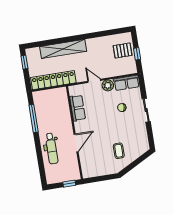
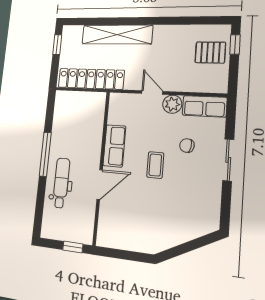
window: (137, 54) -> (235, 44), moved
row of seats: (78, 108) -> (114, 146), moved
window: (34, 118) -> (45, 154), moved
dental chair: (52, 148) -> (61, 183), turned 180
coffee table: (119, 151) -> (155, 165), moved

